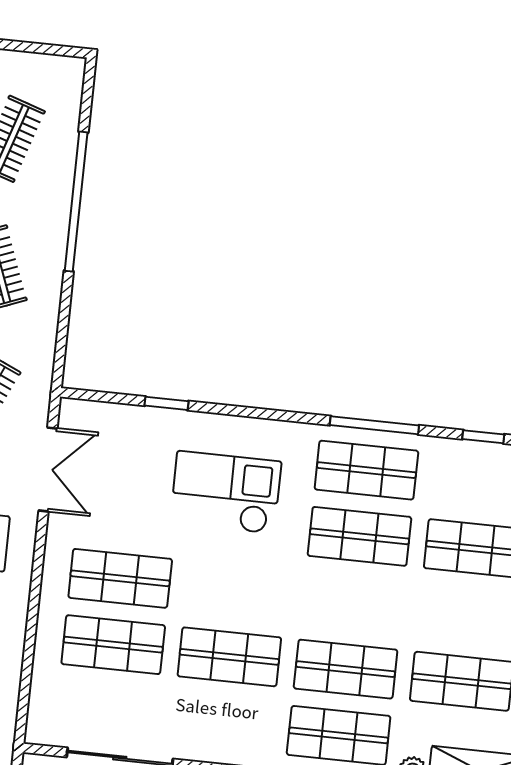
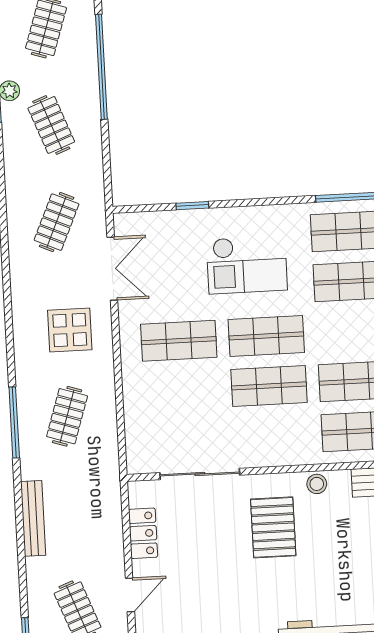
checkout: (226, 492) -> (247, 265), turned 180
shop shelf: (113, 645) -> (266, 336), moved

